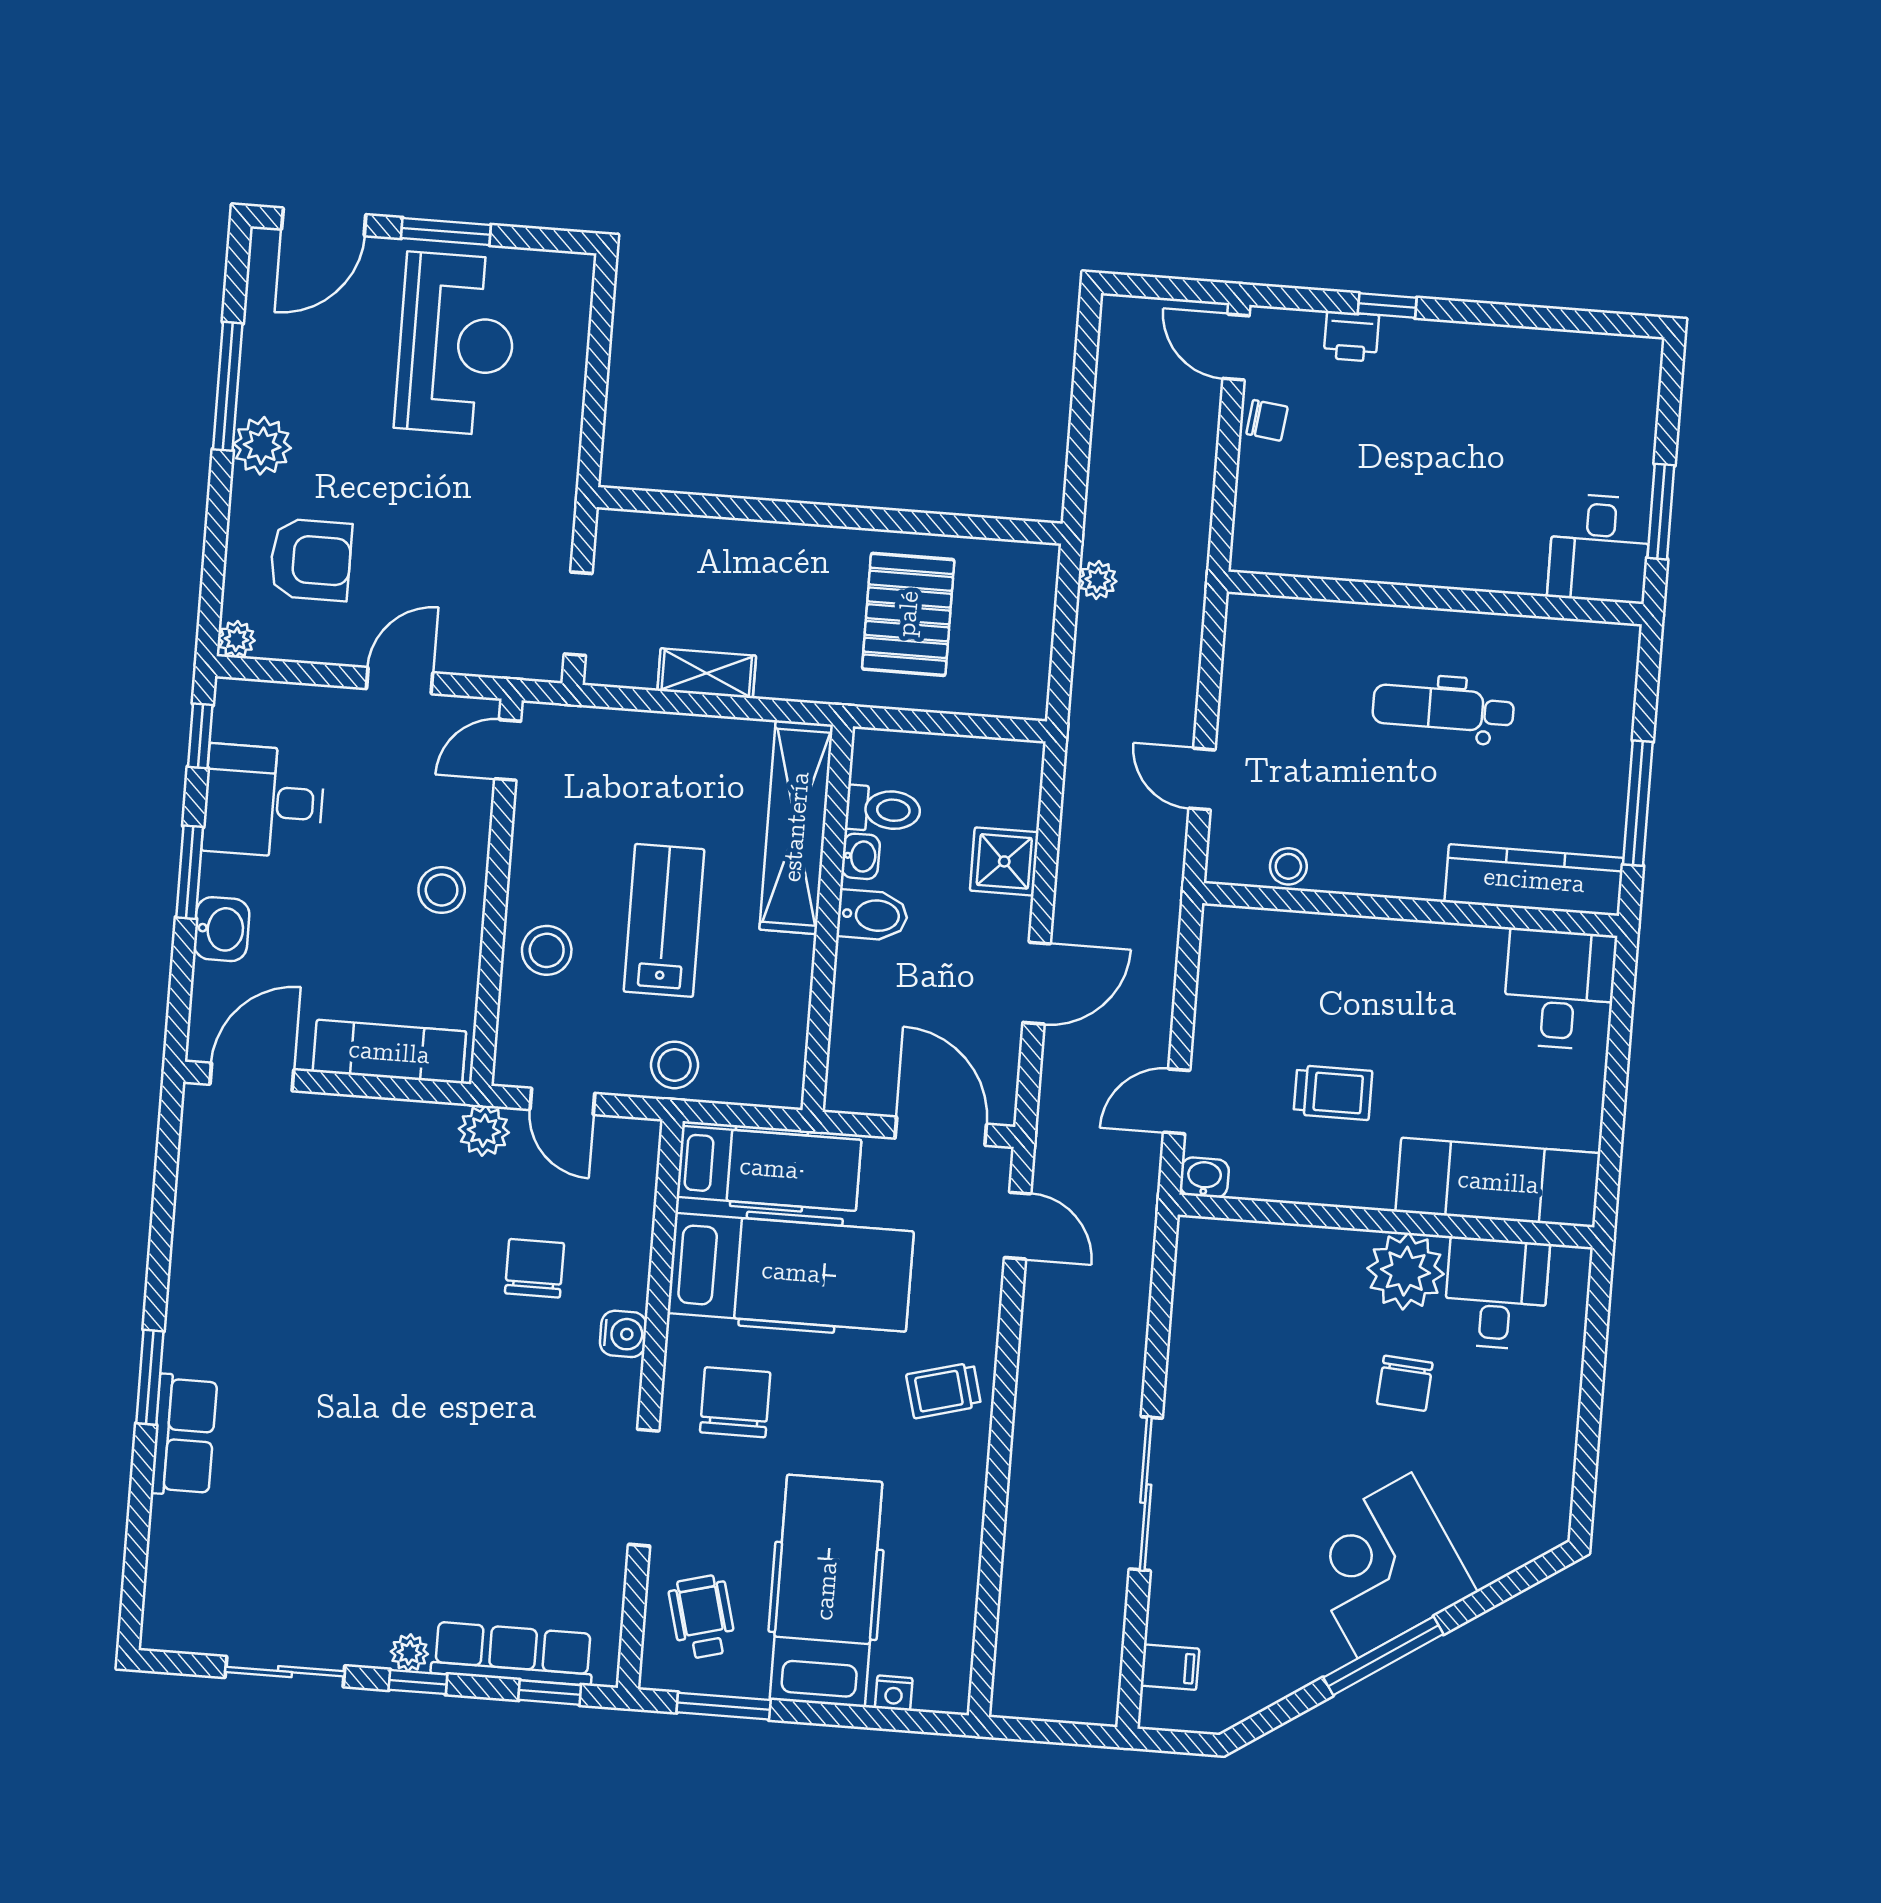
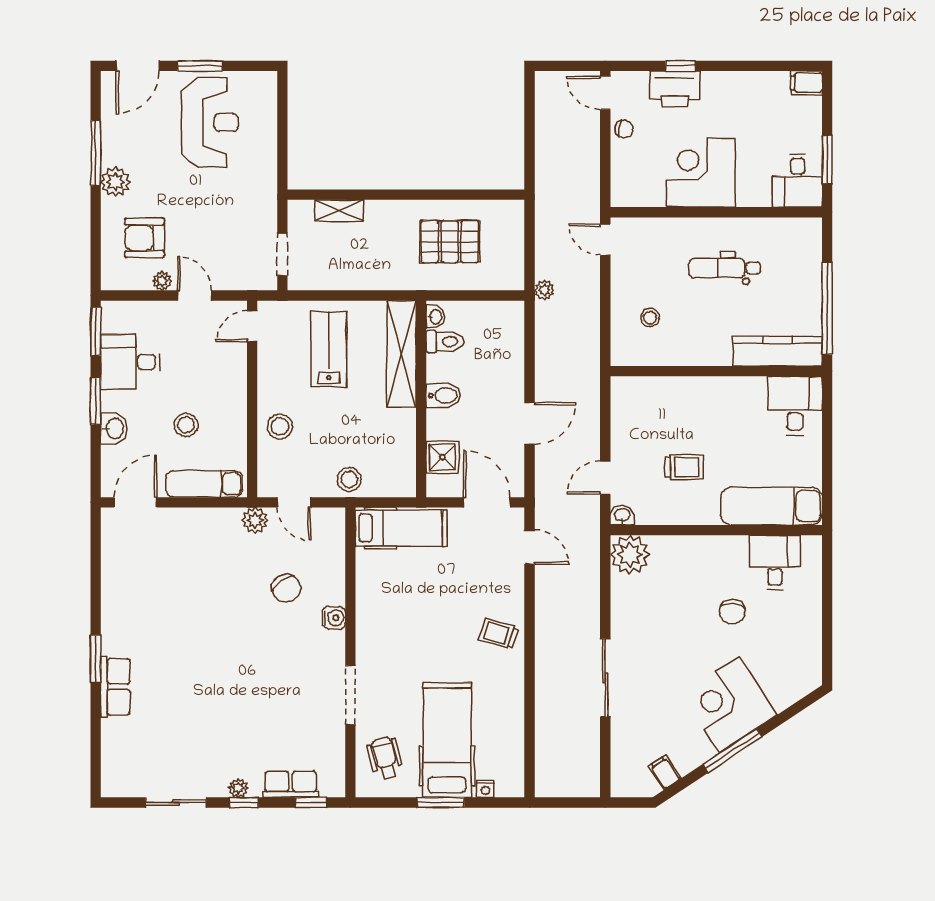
printer: (1351, 336) -> (675, 89), width x1.87, depth x1.48
filing cabinet: (1632, 358) -> (806, 83), added
corner desk: (1411, 518) -> (701, 173), added
armchair: (311, 560) -> (145, 238), turned 180
plant: (1098, 580) -> (544, 290), moved
pallet: (908, 614) -> (450, 242), turned 90
plant: (236, 639) -> (162, 281), moved
shelving: (707, 673) -> (339, 211), moved
door: (400, 681) -> (194, 295), hinge flipped
window: (200, 736) -> (96, 331), width x1.50
door: (1202, 779) -> (605, 240), moved
window: (1638, 803) -> (827, 308), width x1.46
washbasin: (861, 856) -> (435, 317), moved
shower: (1004, 861) -> (442, 457), moved
stool: (1288, 866) -> (650, 318), moved
stool: (442, 890) -> (186, 425), moved
lab bench: (664, 920) -> (329, 350), moved
chair: (535, 1268) -> (286, 588), turned 145
plant: (1406, 1271) -> (630, 555), moved
hospital bed: (791, 1272) -> (416, 580), removed
trolley: (944, 1390) -> (499, 634), turned 32
chair: (735, 1402) -> (393, 648), removed
row of seats: (513, 1654) -> (291, 784), width x0.68
filing cabinet: (1170, 1667) -> (665, 772), moved, turned -123
window: (724, 1706) -> (441, 803), moved

